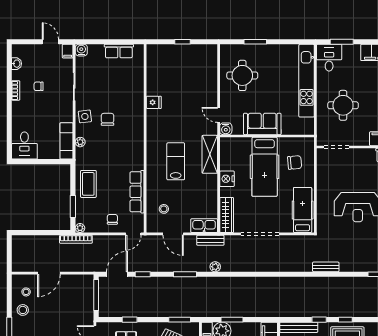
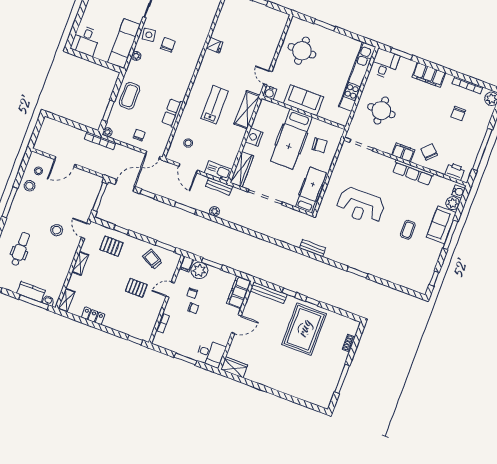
exam couch: (67, 141) -> (124, 44), width x1.36, depth x1.45
row of seats: (137, 192) -> (172, 113), width x0.68

